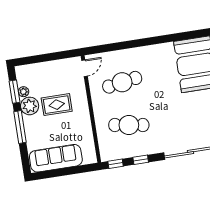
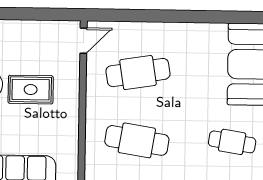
cafe table: (189, 116) -> (232, 142), added

